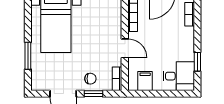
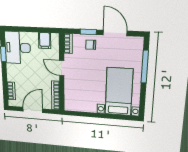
window: (28, 56) -> (145, 67), width x1.44
desk: (179, 76) -> (18, 48), width x1.37

